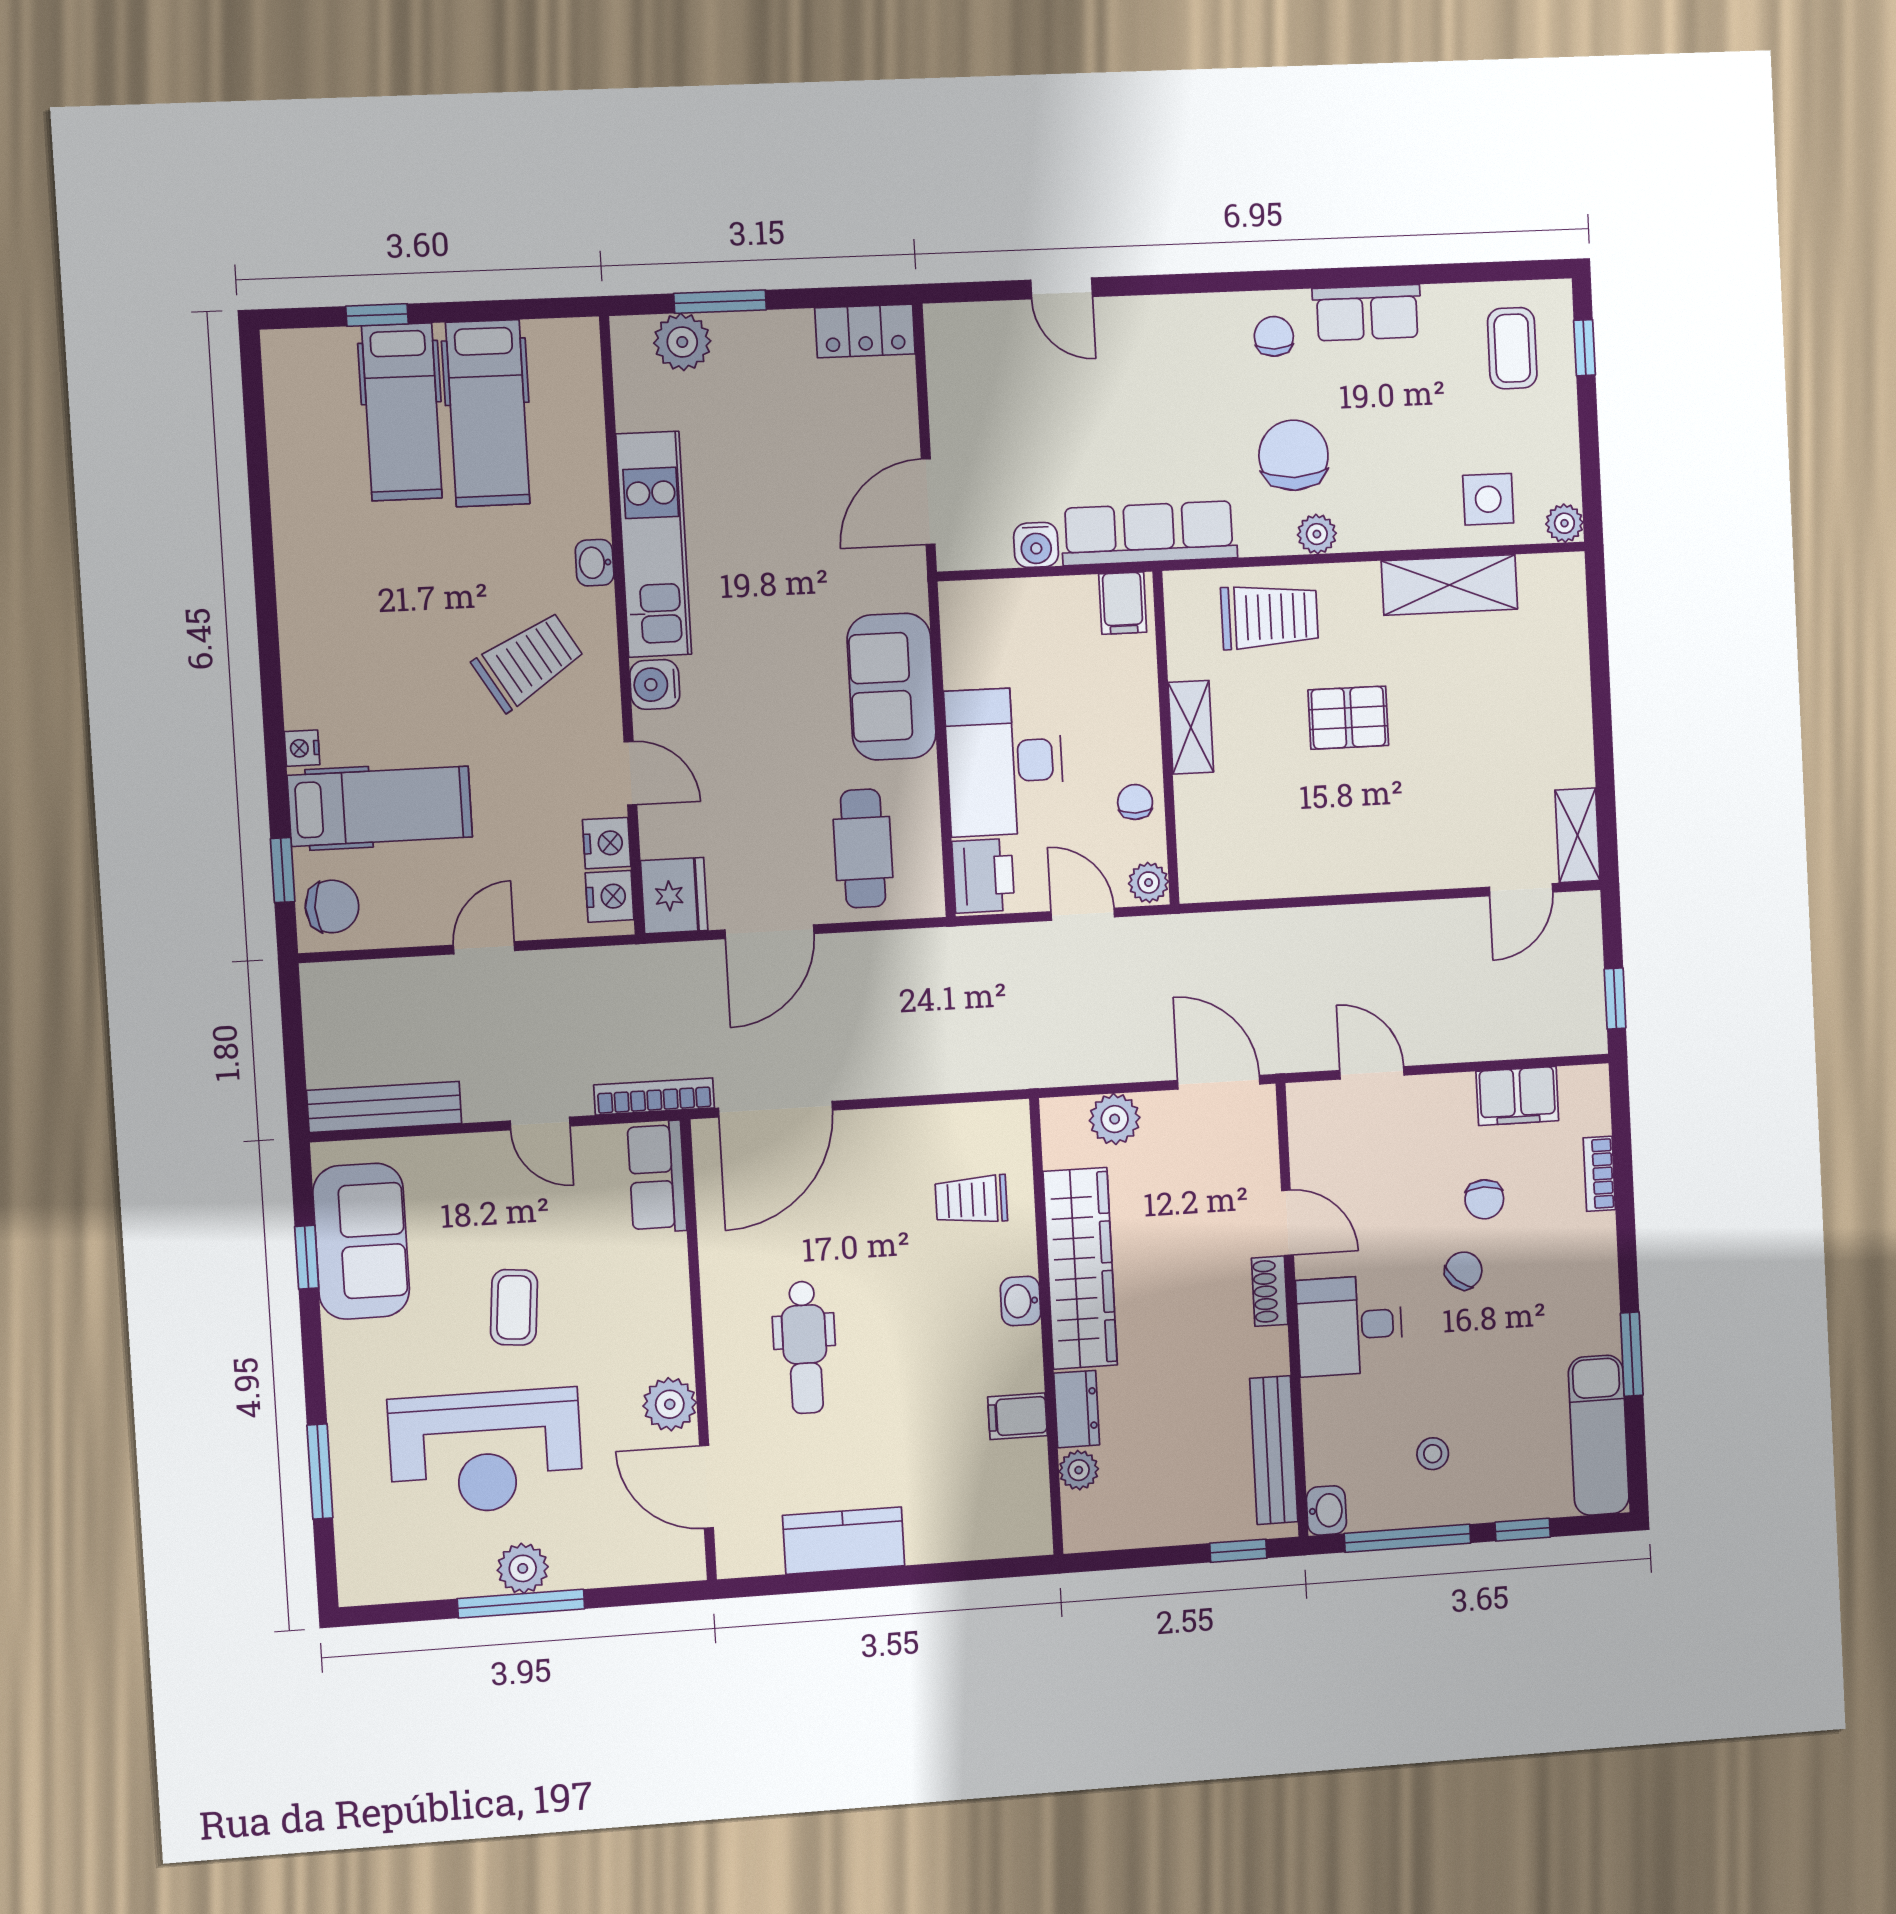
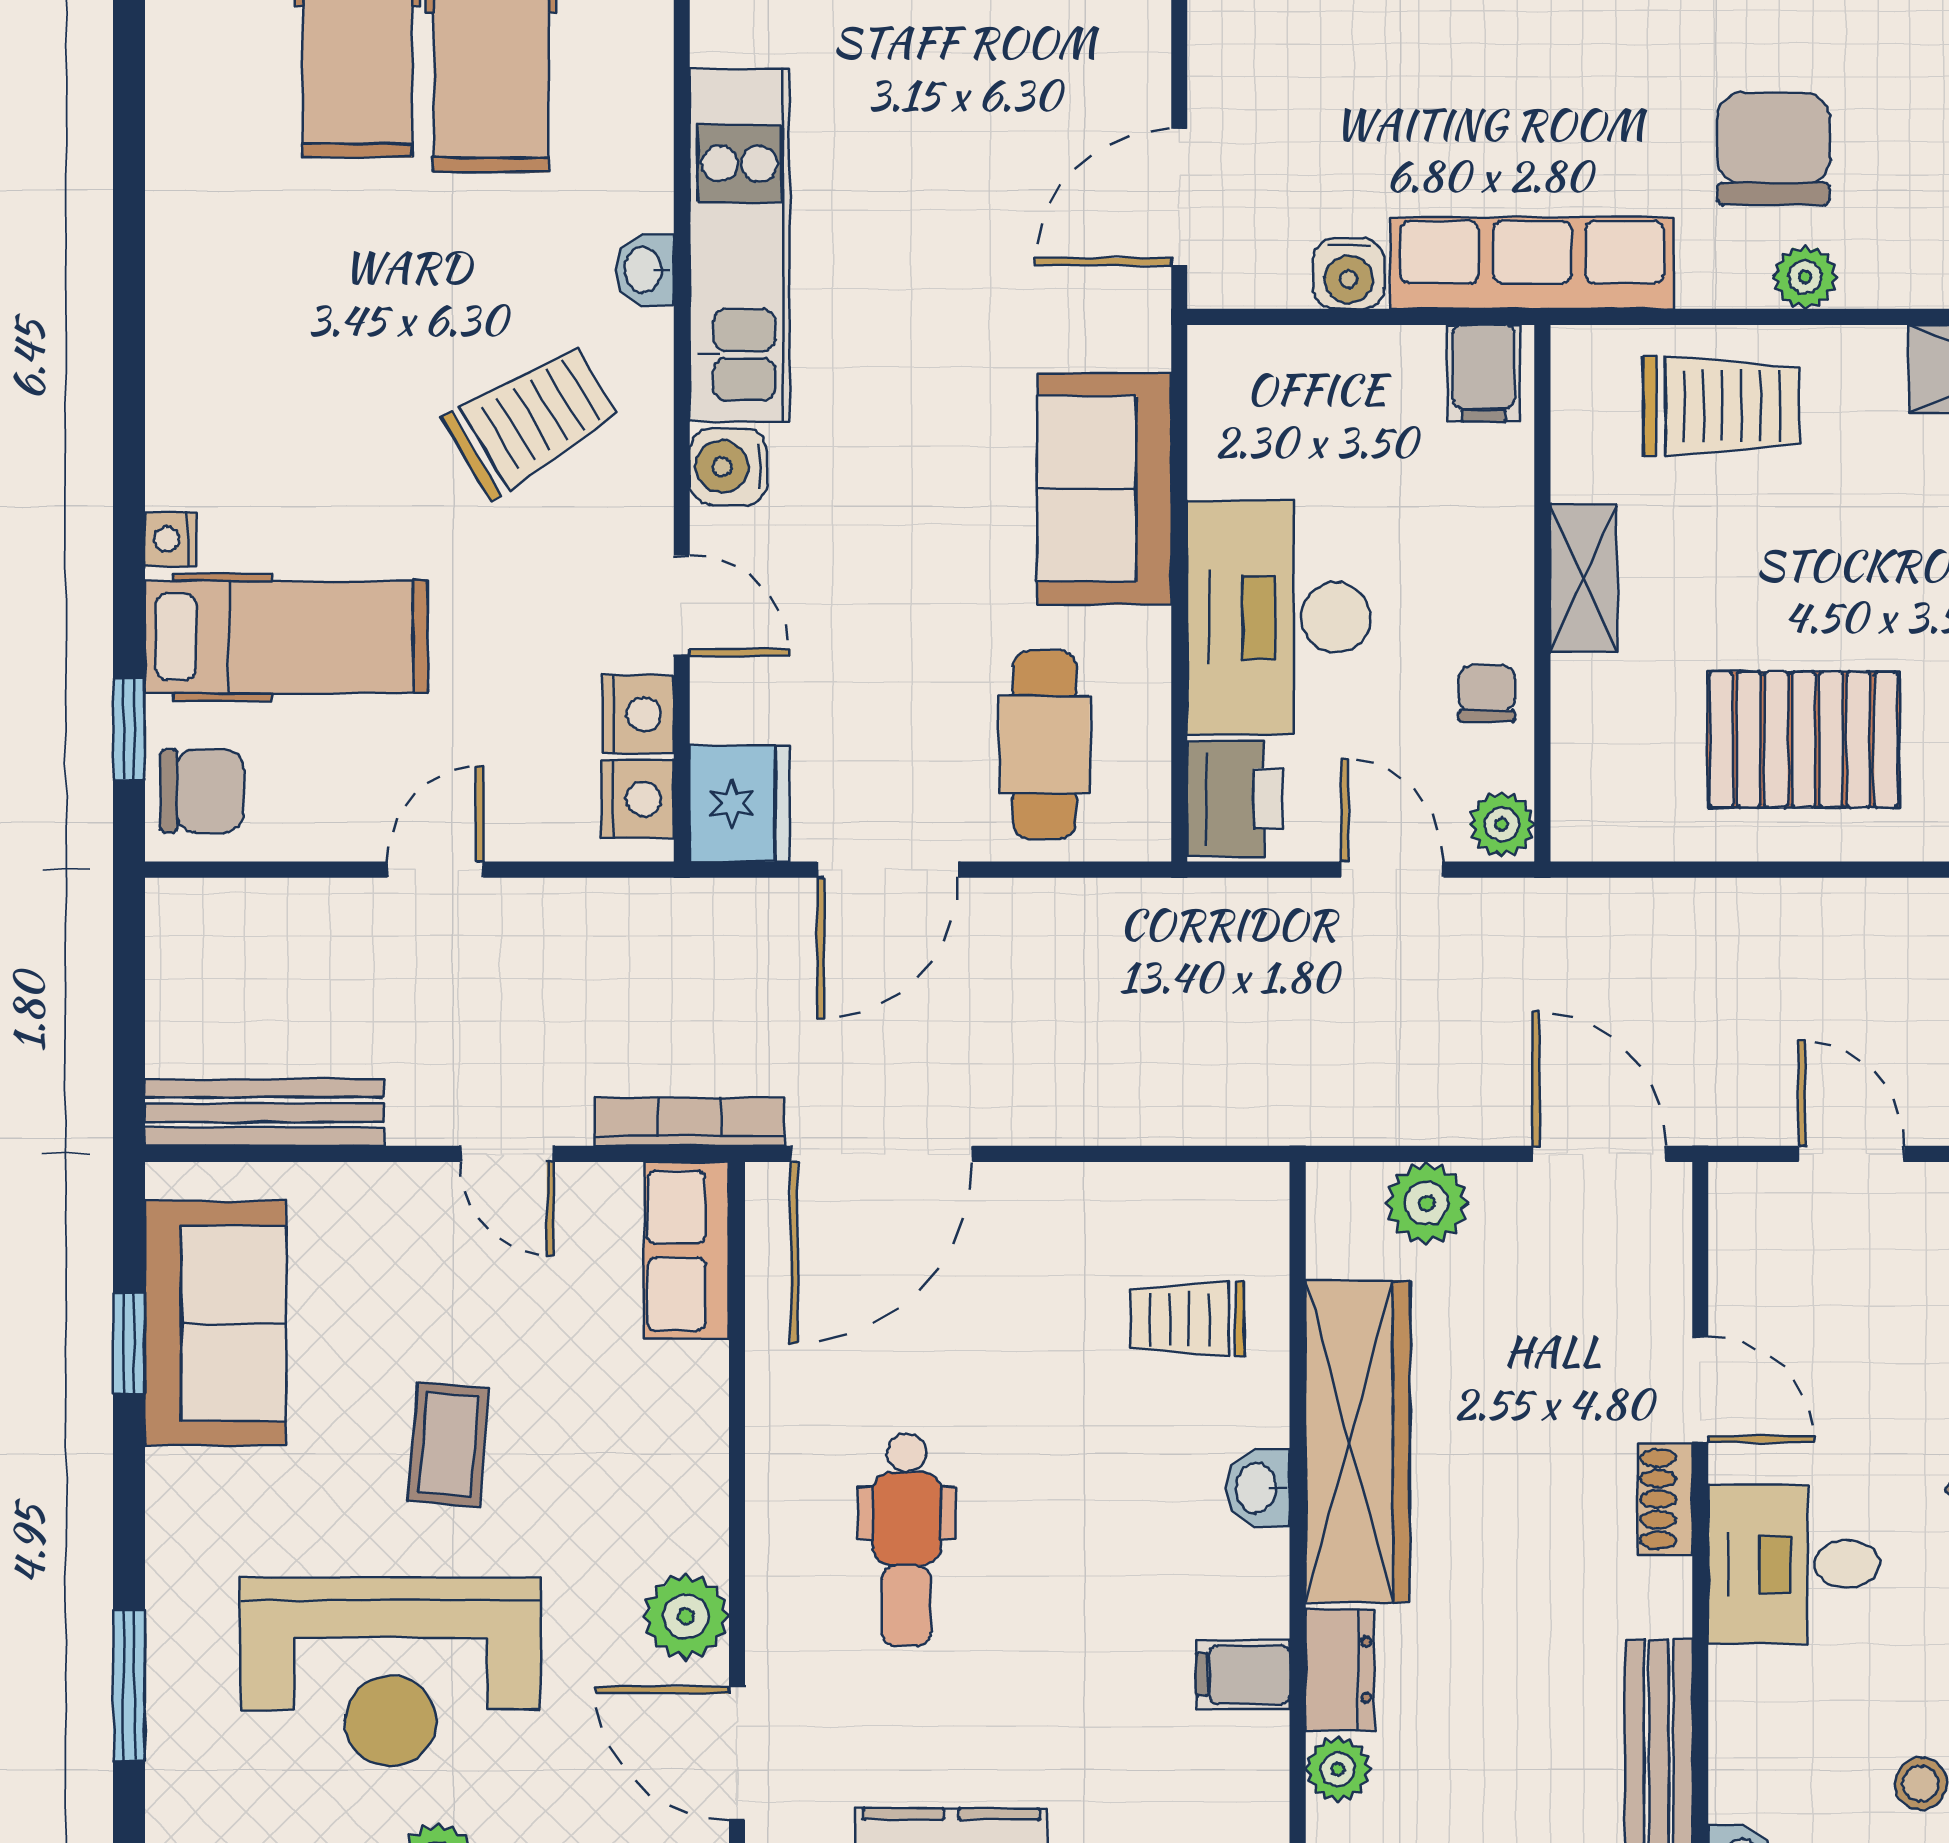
pallet: (1348, 718) -> (1804, 739), moved, width x1.50, depth x1.42

